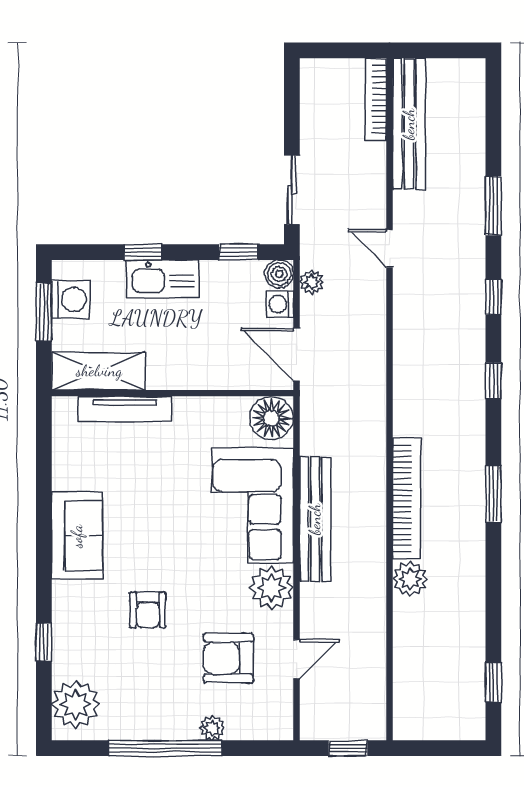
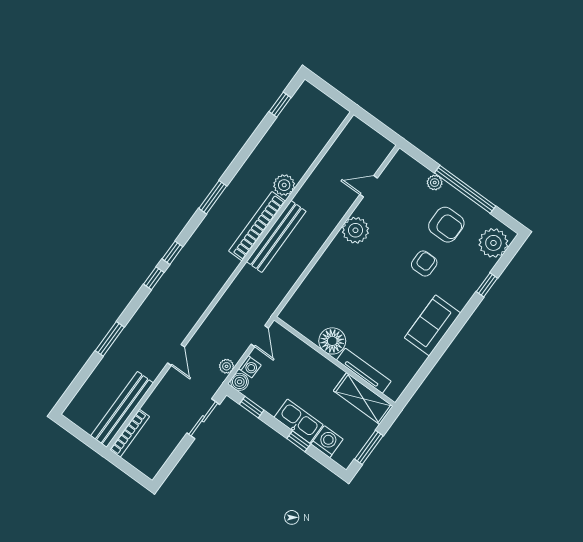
window: (493, 297) -> (154, 278), moved
washing machine: (71, 299) -> (327, 442), moved, turned 90
door: (296, 354) -> (260, 336), width x0.73
floor lamp: (271, 418) -> (332, 341), moved
corner sofa: (252, 506) -> (336, 278), removed
bench: (315, 519) -> (276, 236), moved
armchair: (228, 658) -> (446, 225), moved
window: (348, 748) -> (375, 124), removed

